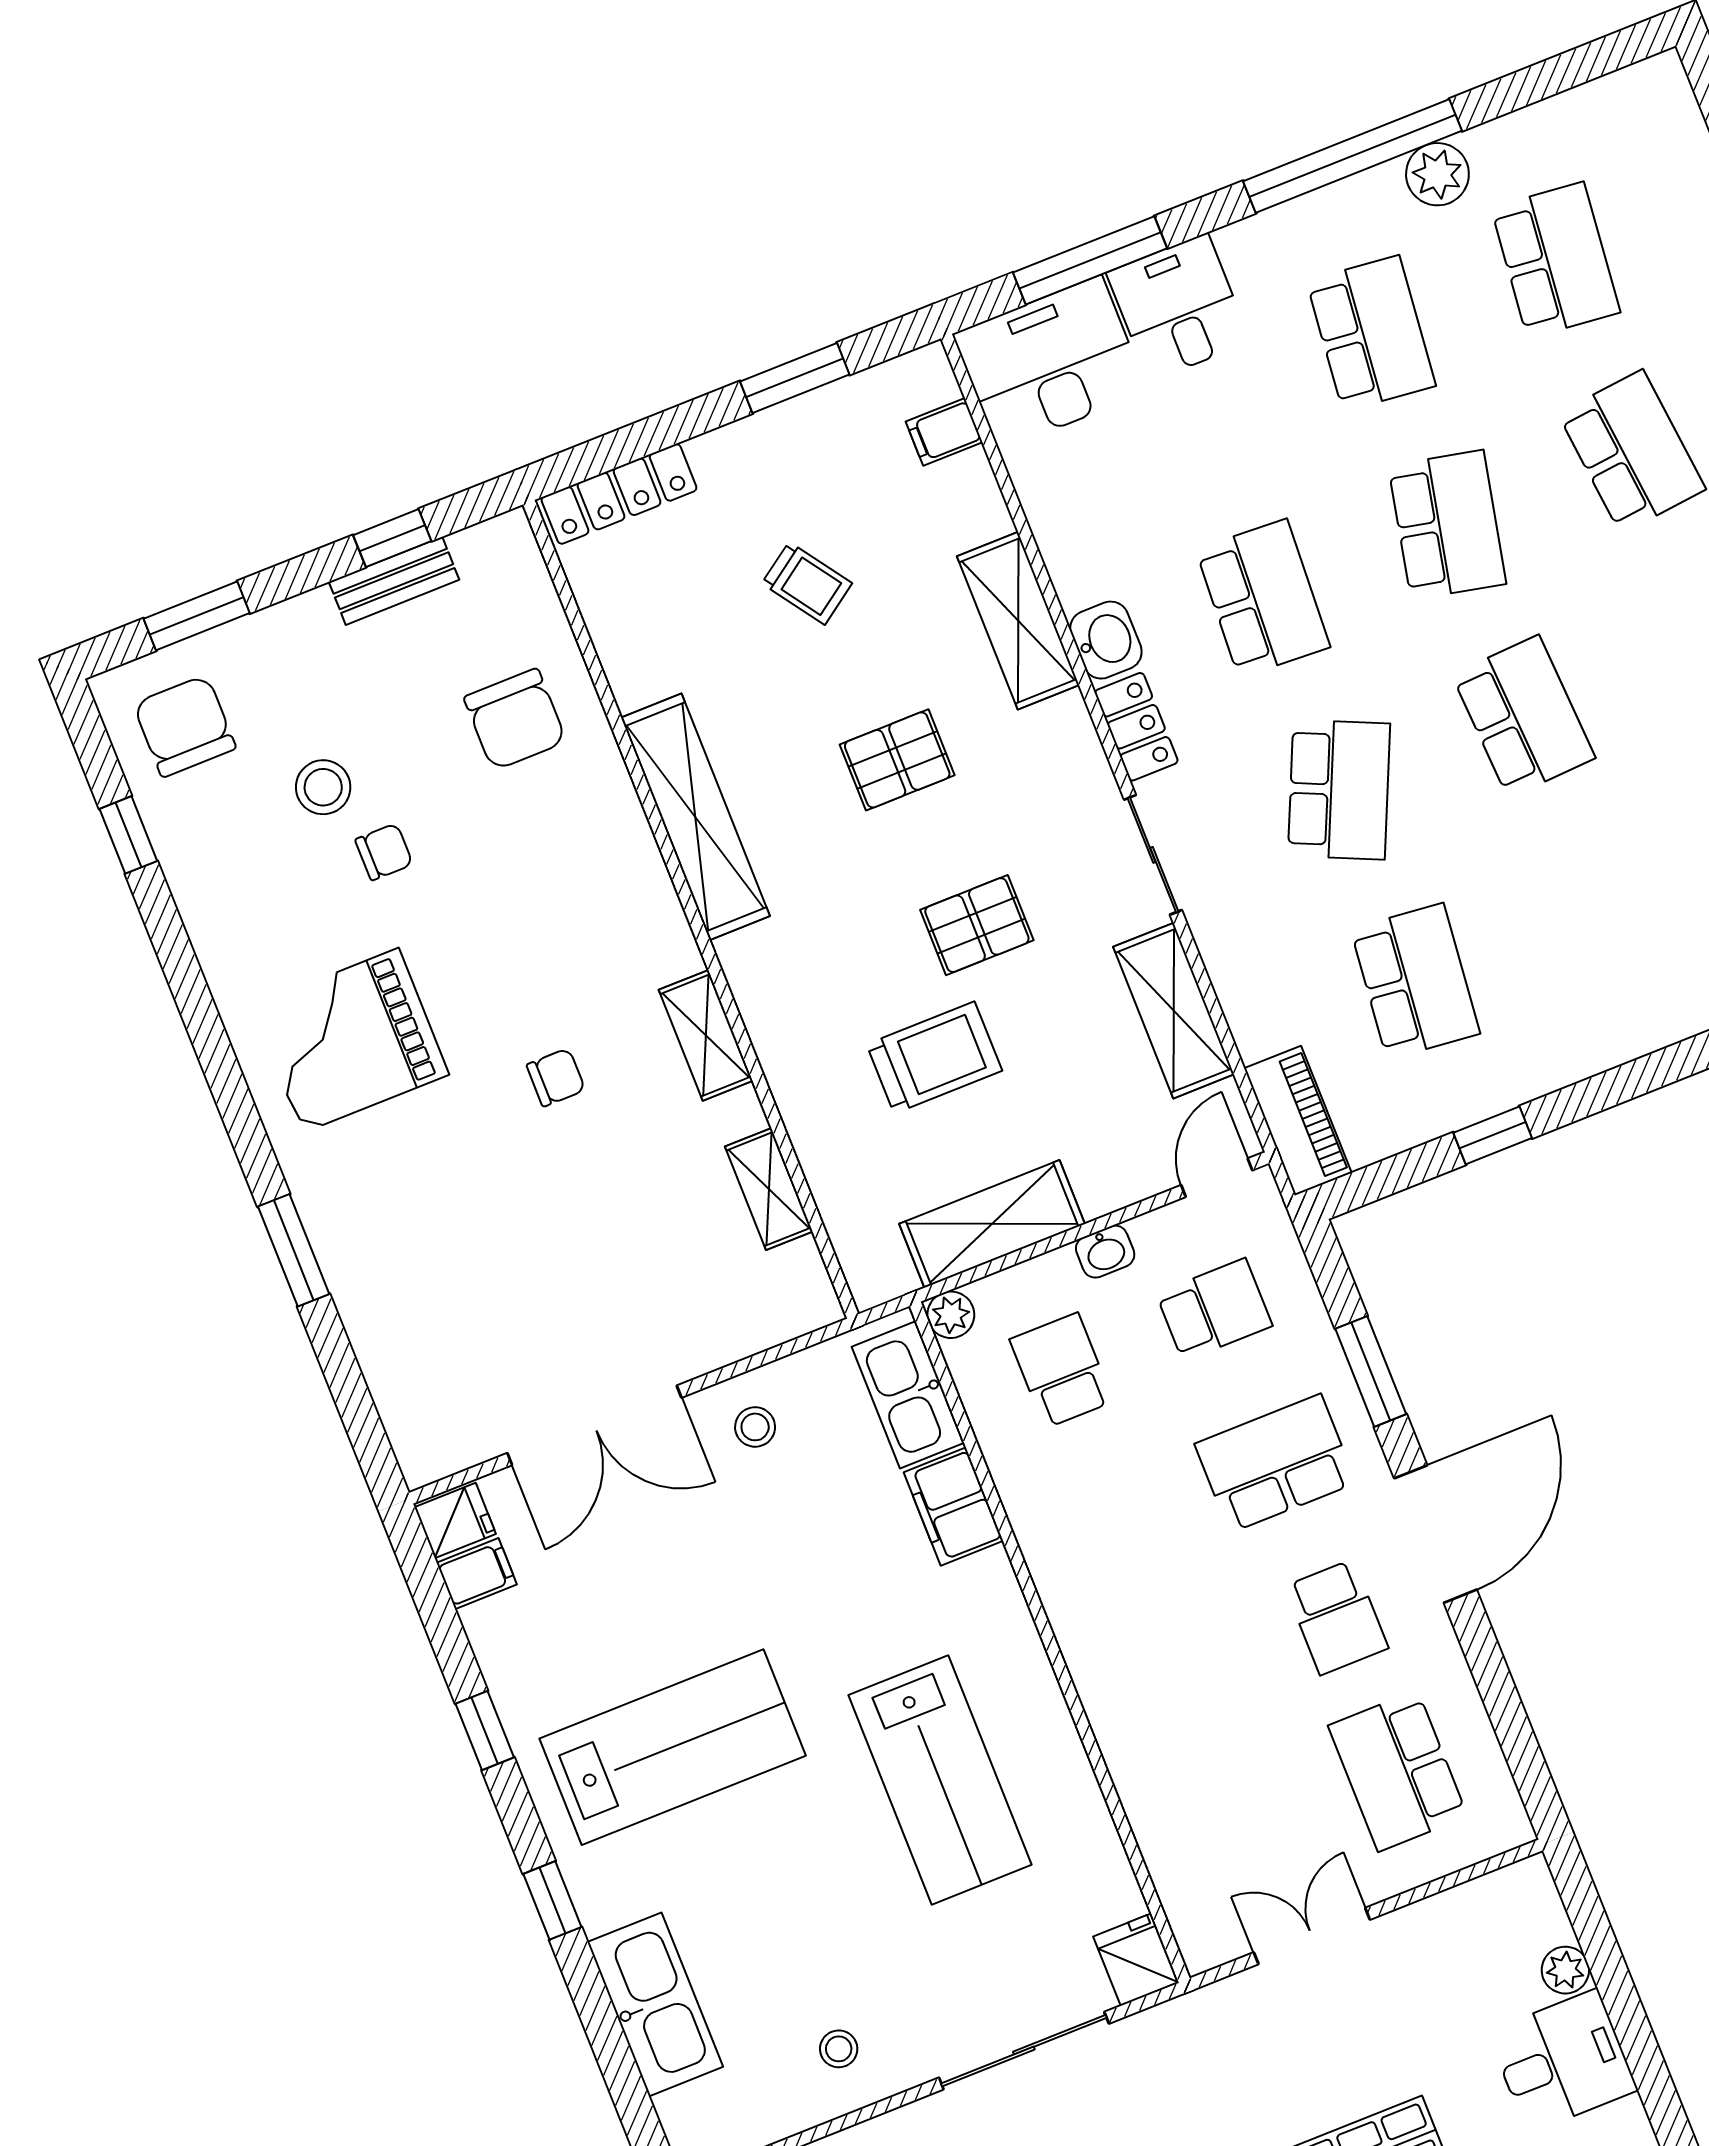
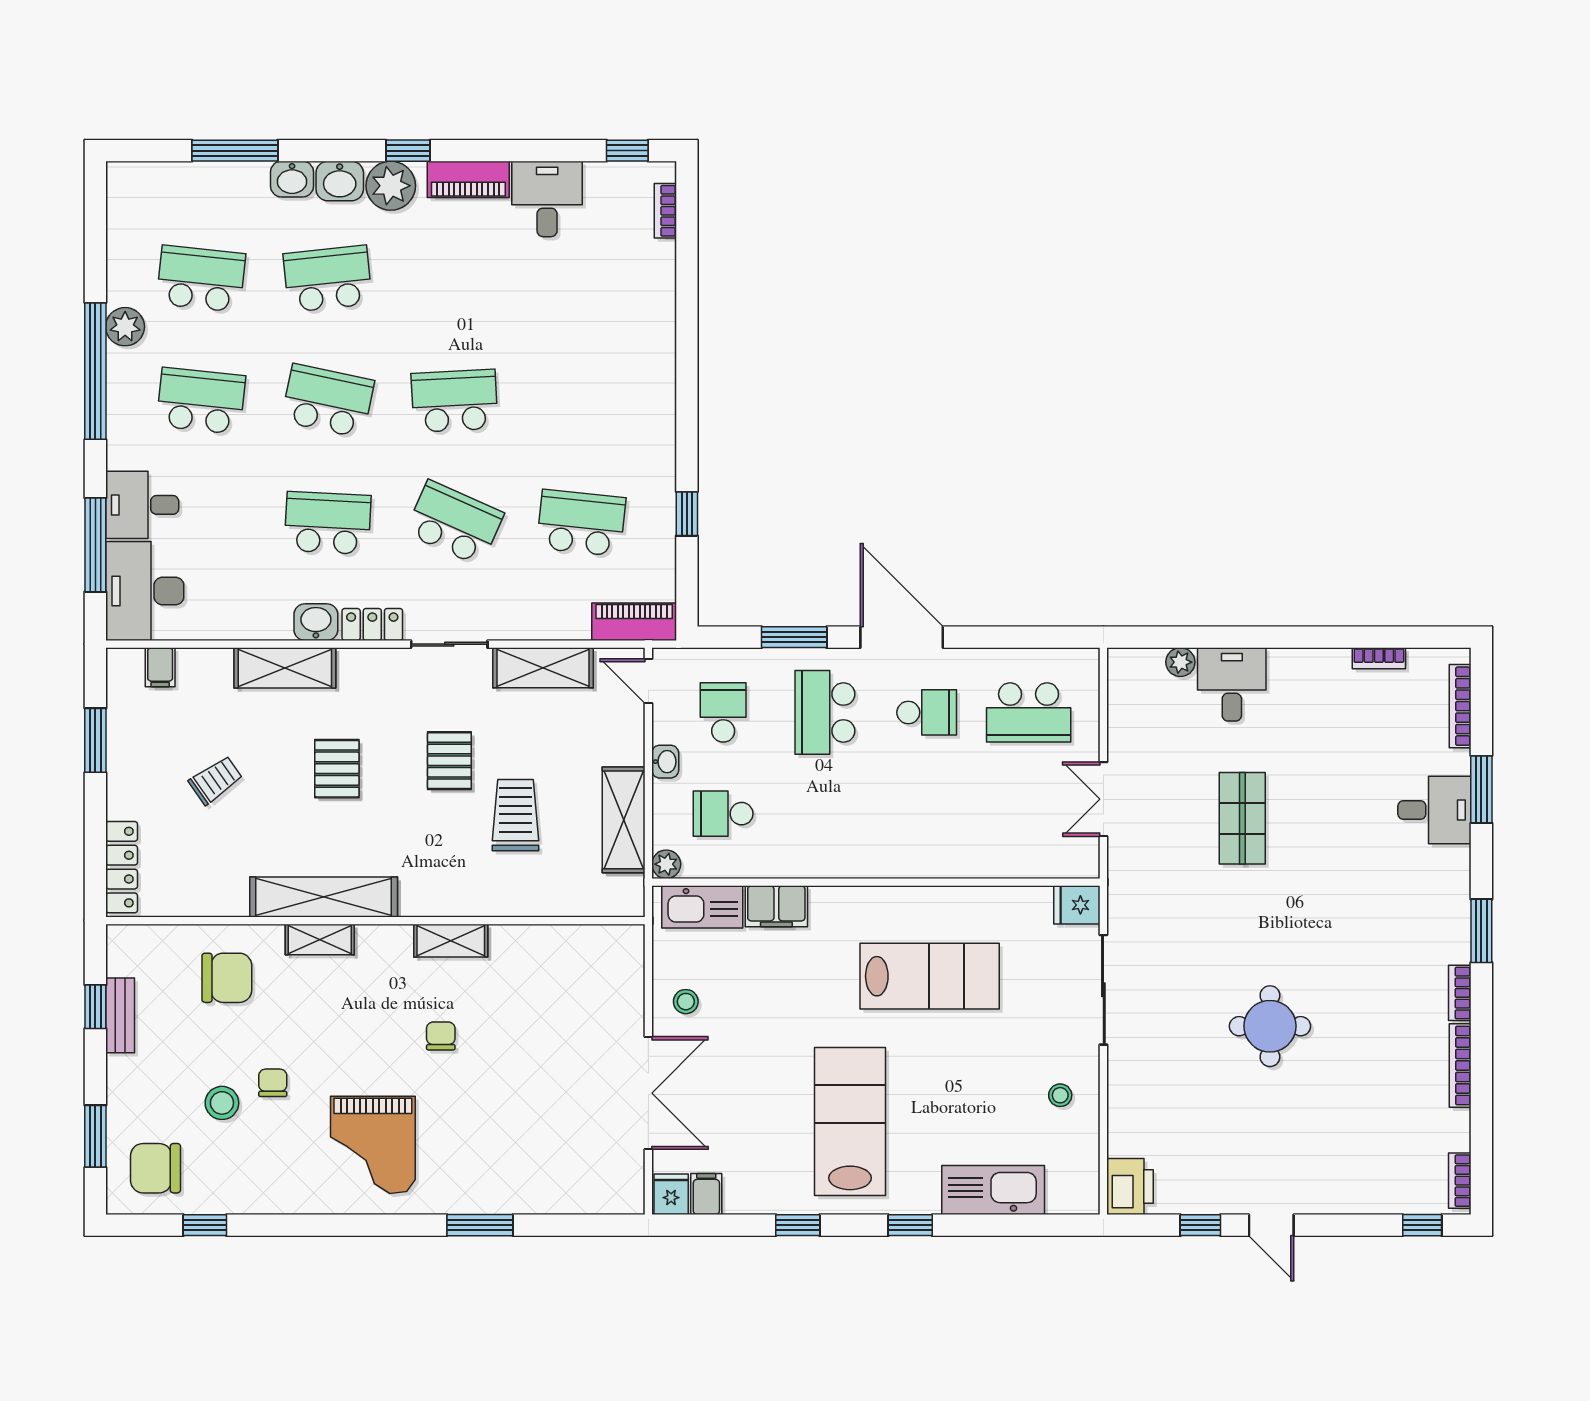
shelving: (769, 1189) -> (320, 940), moved

